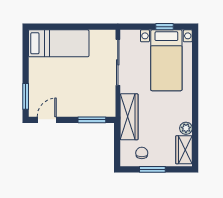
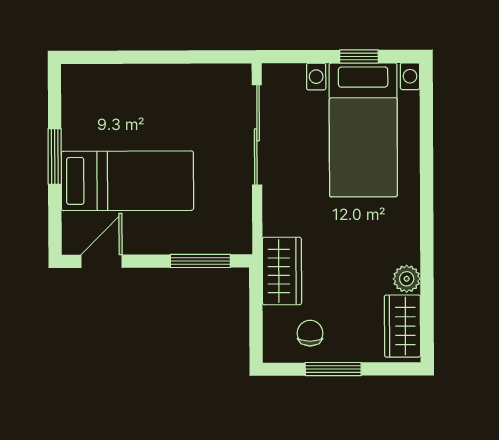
bed: (59, 43) -> (127, 181), moved
window: (26, 96) -> (55, 156), moved
wardrobe: (129, 117) -> (282, 271), width x0.67

